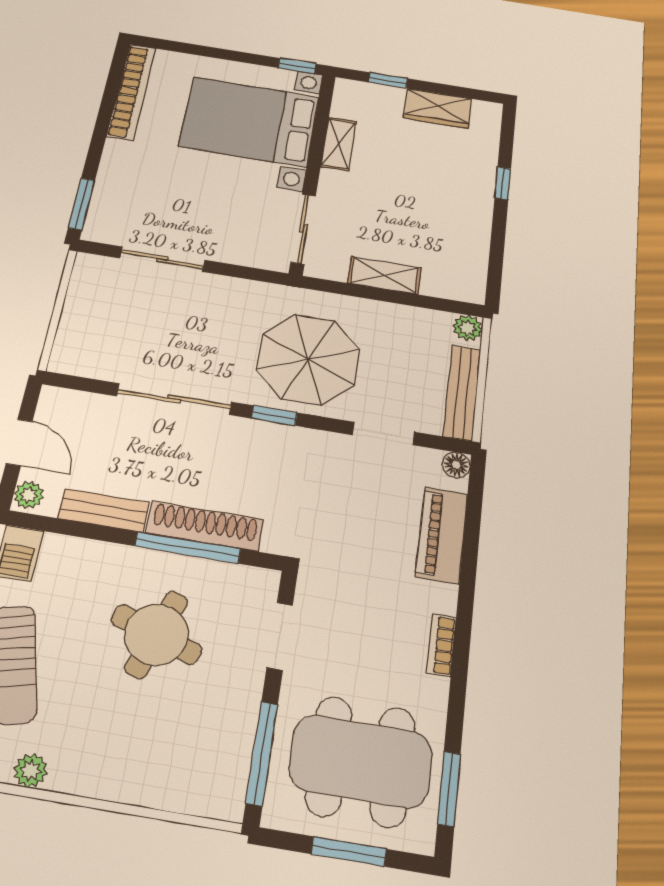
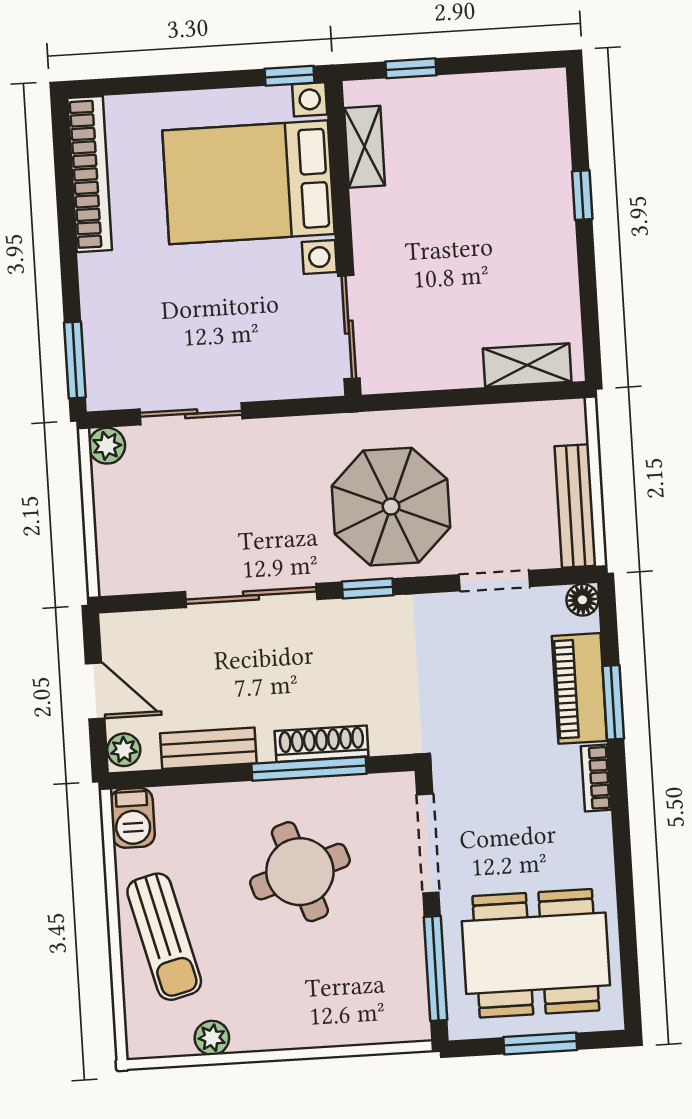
wardrobe: (437, 108) -> (482, 97), removed
shelving: (339, 144) -> (364, 147), moved
shelving: (384, 276) -> (527, 365), moved
plant: (468, 328) -> (107, 446), moved
shoe rack: (205, 526) -> (322, 744), width x0.74, depth x0.81
round table: (156, 634) -> (300, 872), turned -37
doorway: (280, 636) -> (428, 843), width x1.38
bookcase: (441, 645) -> (596, 778), moved
window: (449, 789) -> (613, 702), moved

